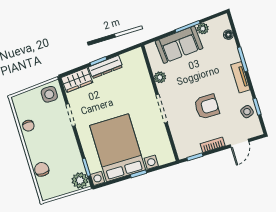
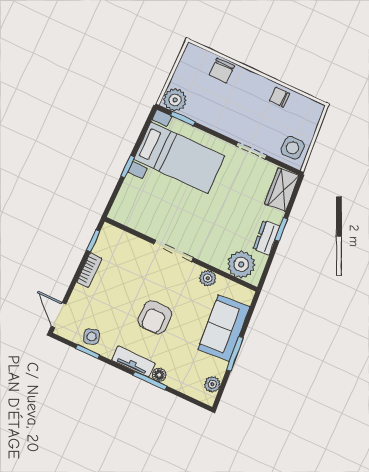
plant: (203, 29) -> (212, 384), moved
floor lamp: (228, 35) -> (159, 375), moved
plant: (136, 66) -> (241, 264), added
dresser: (105, 67) -> (266, 238), width x0.70
armchair: (207, 107) -> (155, 317), moved
door: (240, 143) -> (59, 315), moved
bed with nightstands: (118, 148) -> (179, 158), width x0.73
chair: (42, 169) -> (222, 71), turned 90

